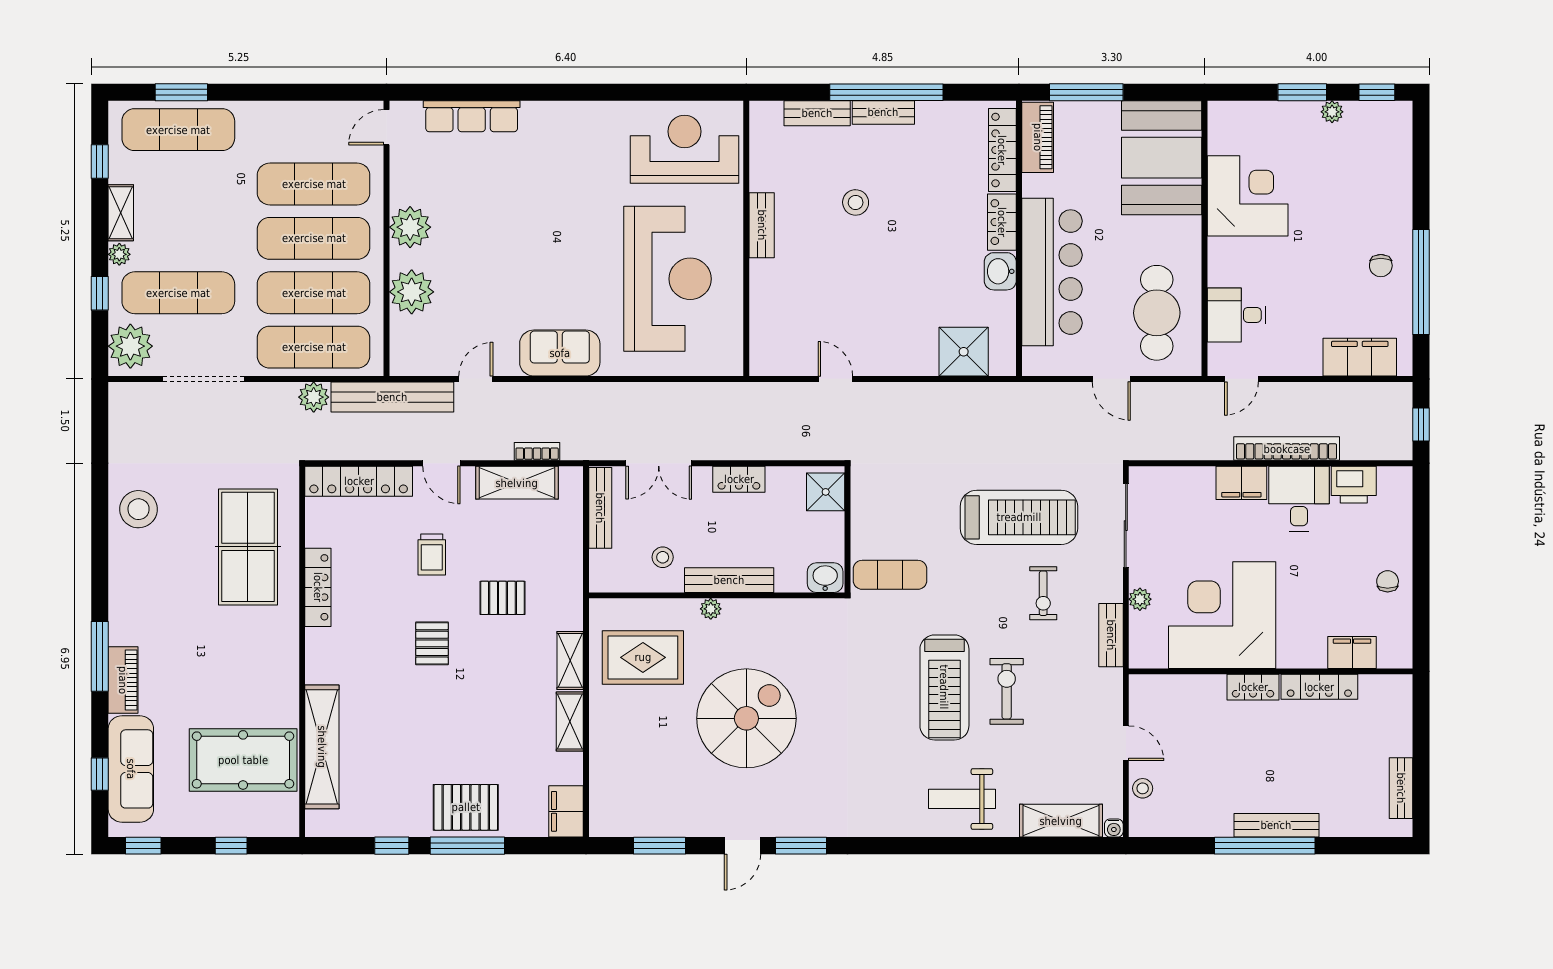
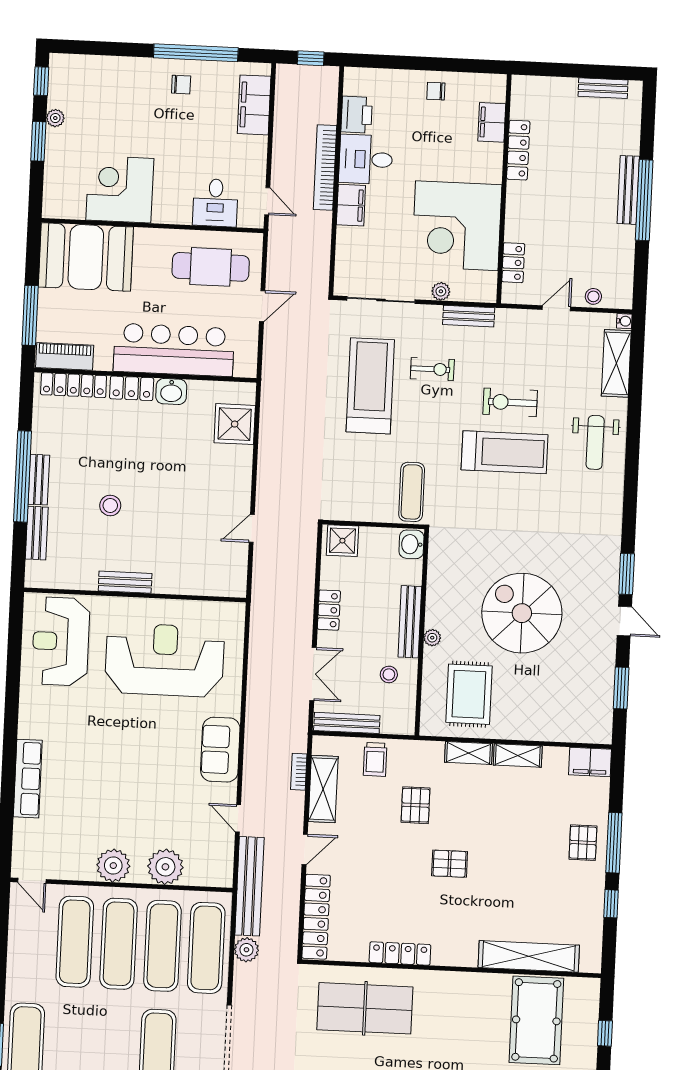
row of seats: (472, 116) -> (28, 779), moved
trolley: (432, 555) -> (375, 759), moved, turned 90
locker: (1253, 687) -> (513, 263), moved
pallet: (466, 807) -> (583, 843), width x0.67, depth x0.71

